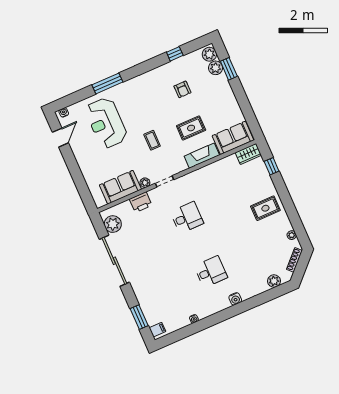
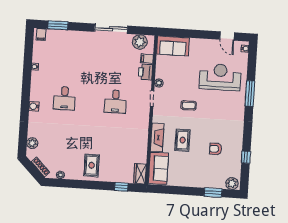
plant: (216, 68) -> (219, 183), removed
sofa: (120, 187) -> (173, 46), moved, turned 90
filing cabinet: (126, 208) -> (147, 59), added
sliding door: (114, 261) -> (111, 29), width x0.73

